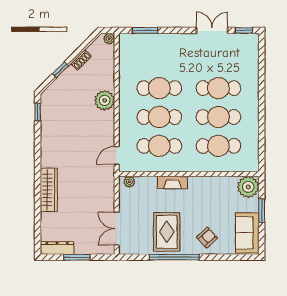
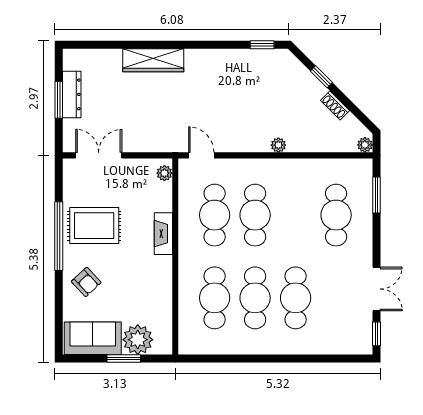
cafe table: (159, 88) -> (336, 215), moved
plant: (105, 100) -> (278, 145), width x0.53, depth x0.53
plant: (248, 187) -> (138, 340), moved
dresser: (57, 248) -> (72, 94), moved

